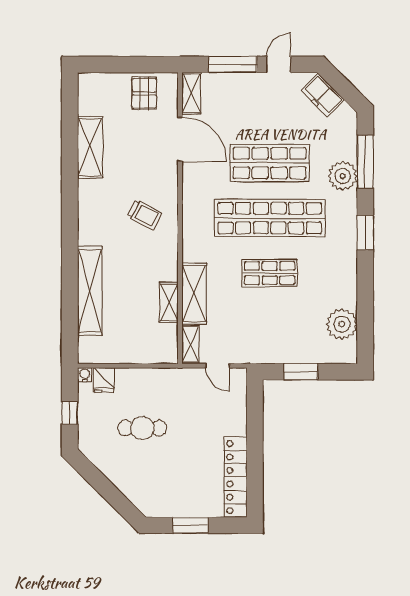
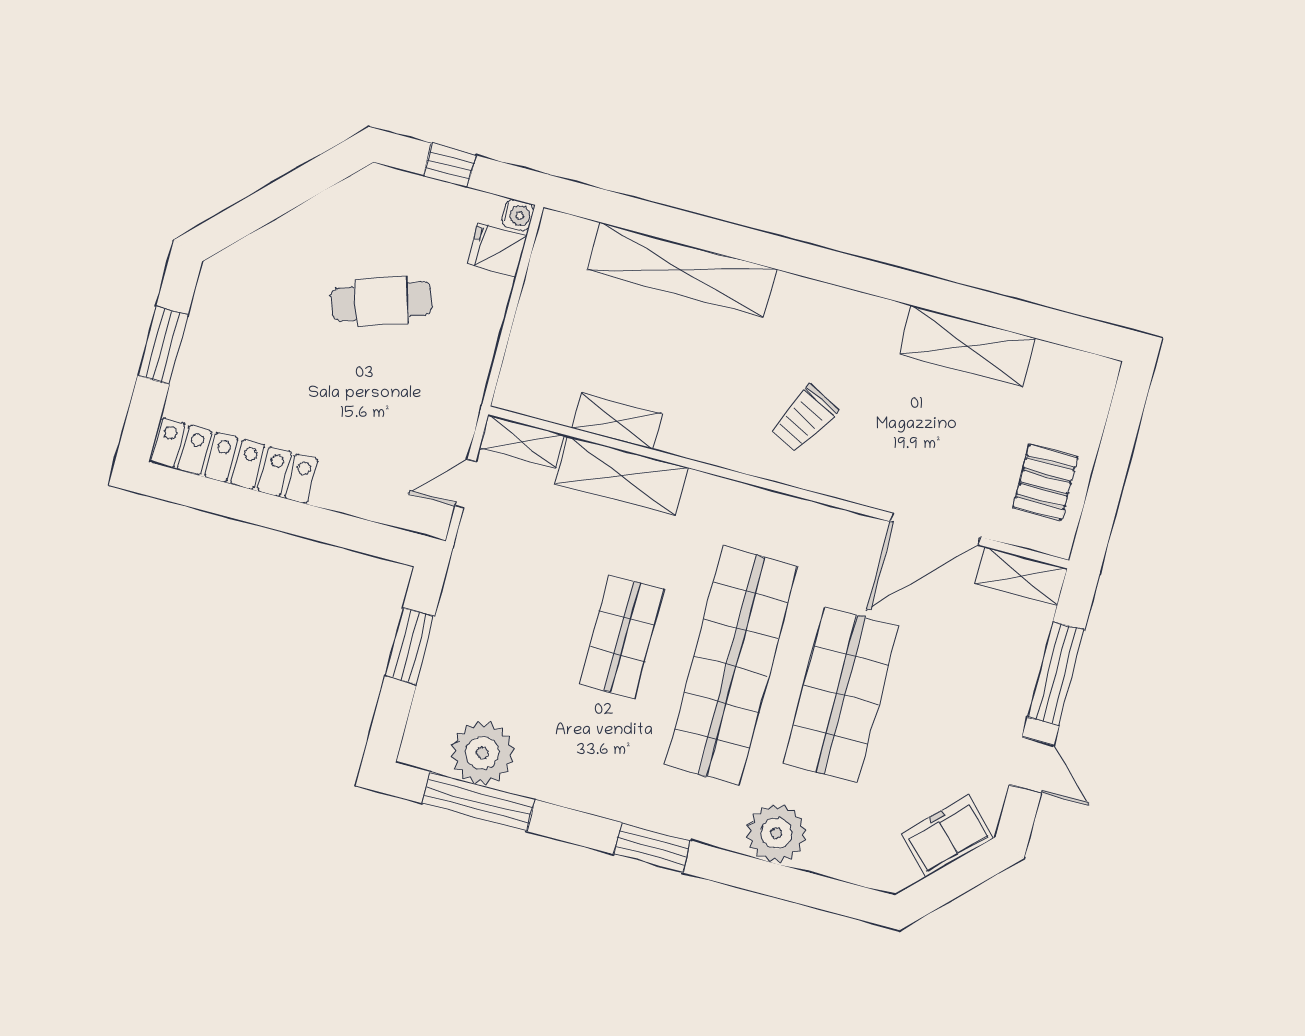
pallet: (144, 93) -> (1045, 482), turned 90
window: (365, 162) -> (478, 801), moved
cafe table: (142, 428) -> (381, 301), turned 71

